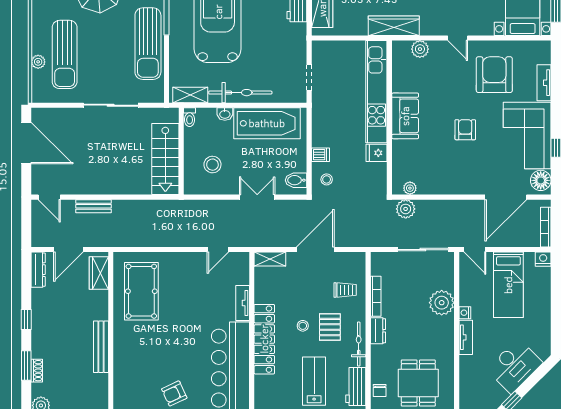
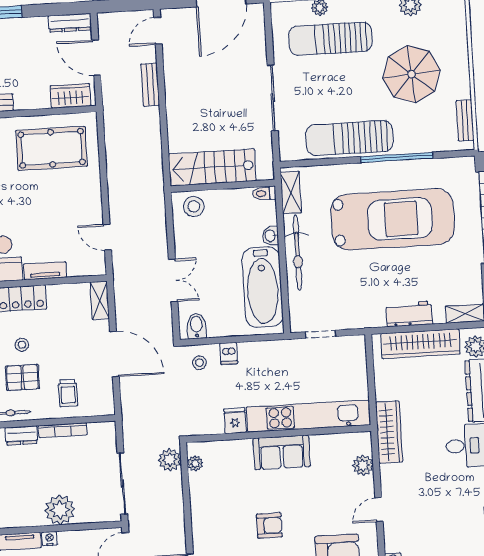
stool: (212, 165) -> (194, 207), moved

